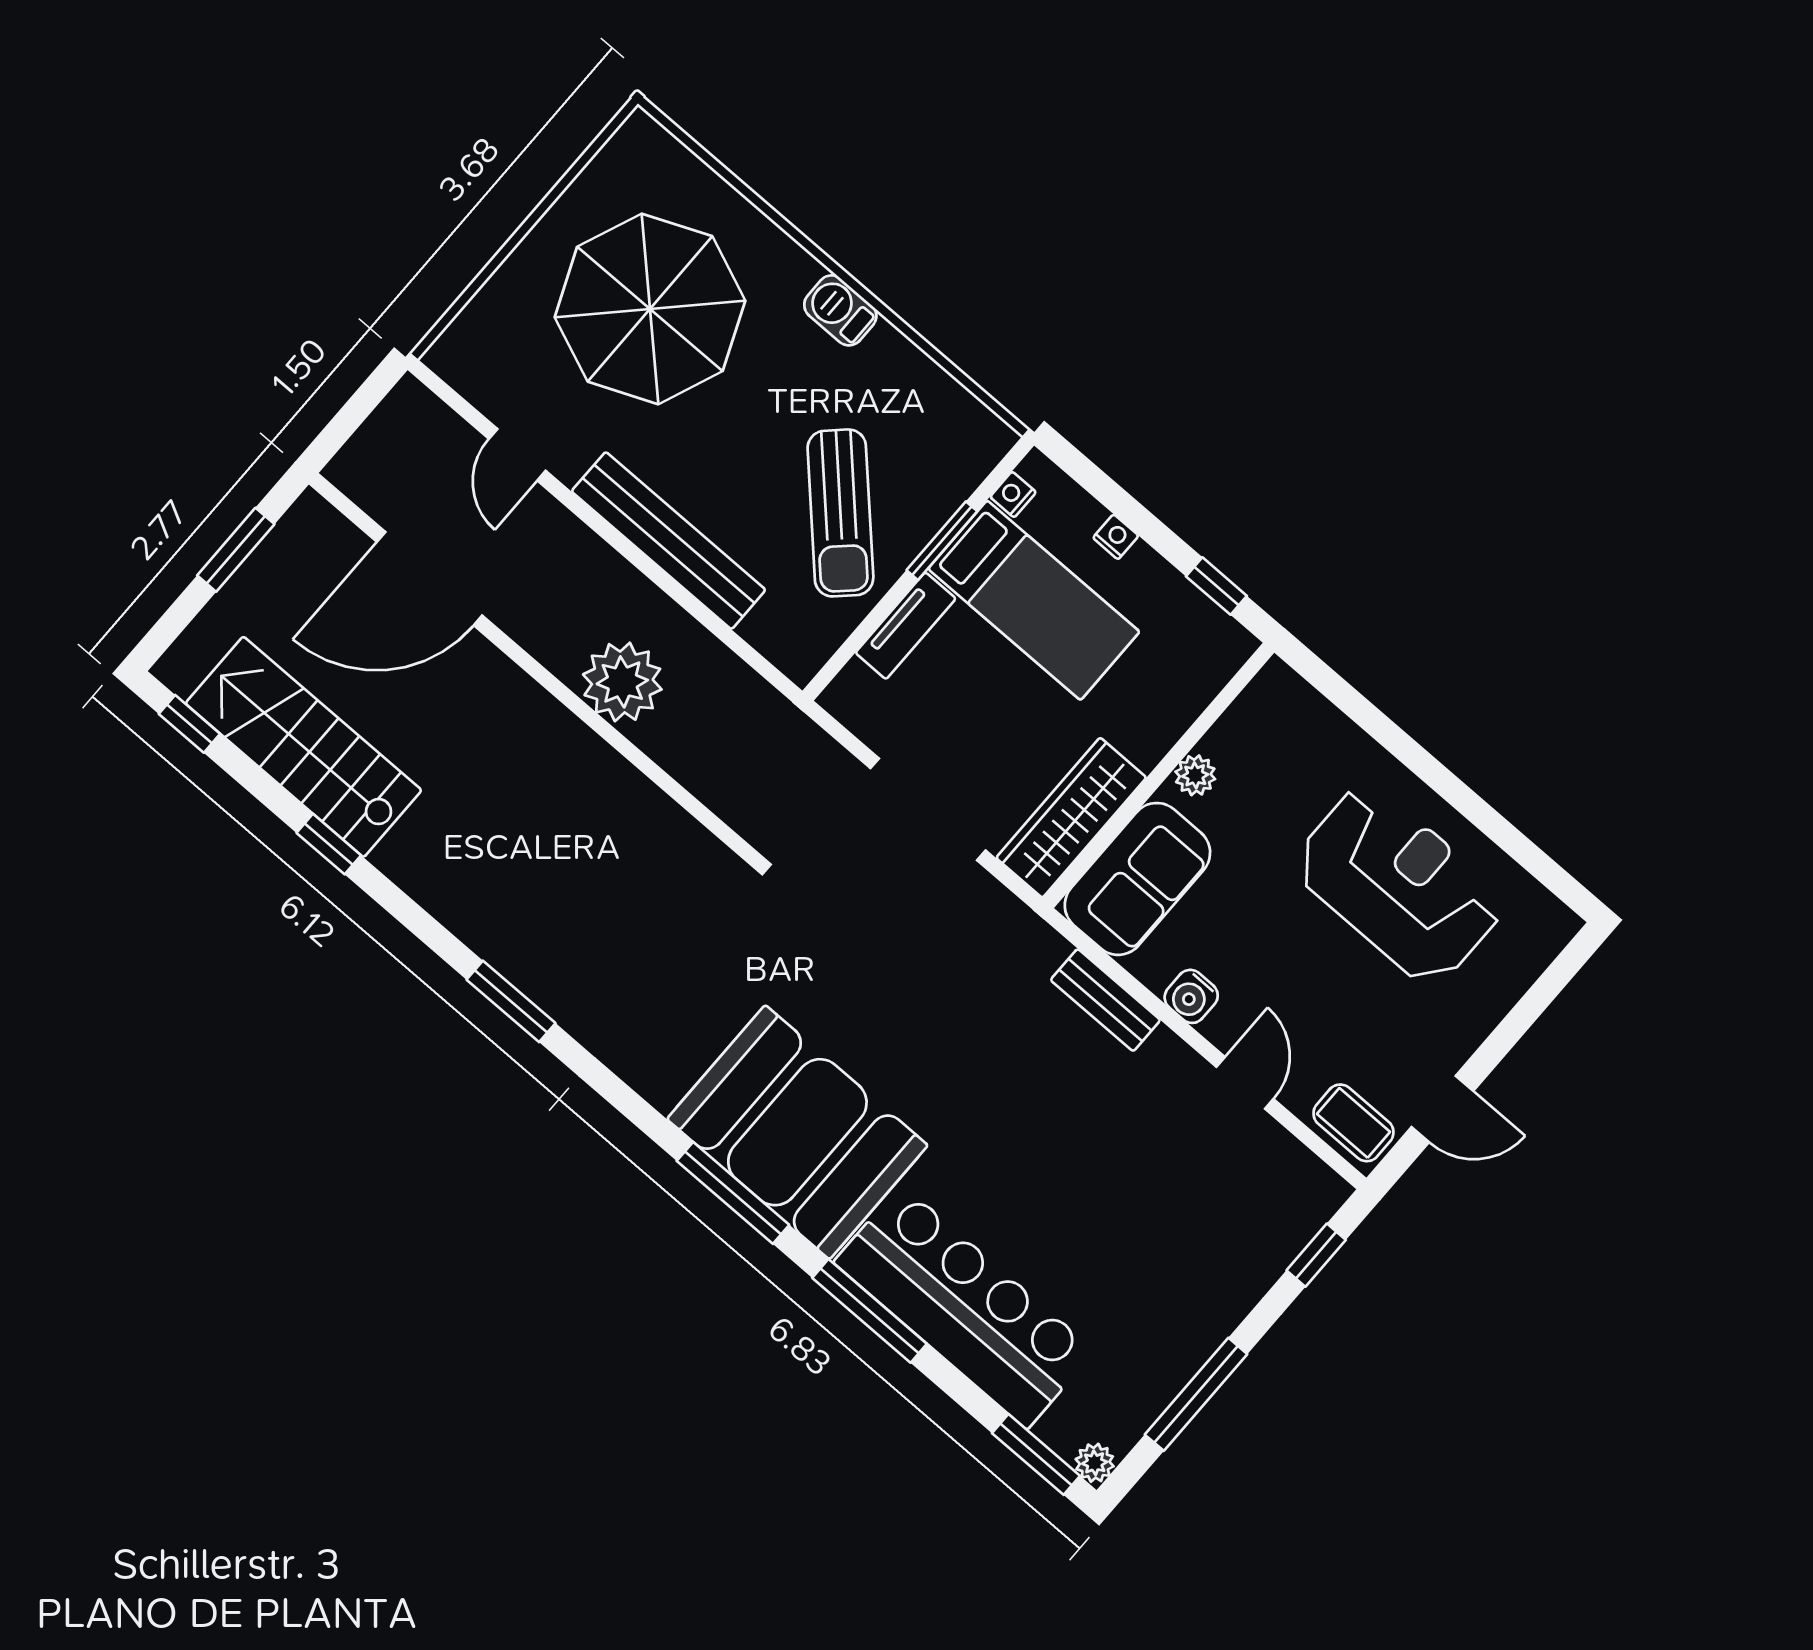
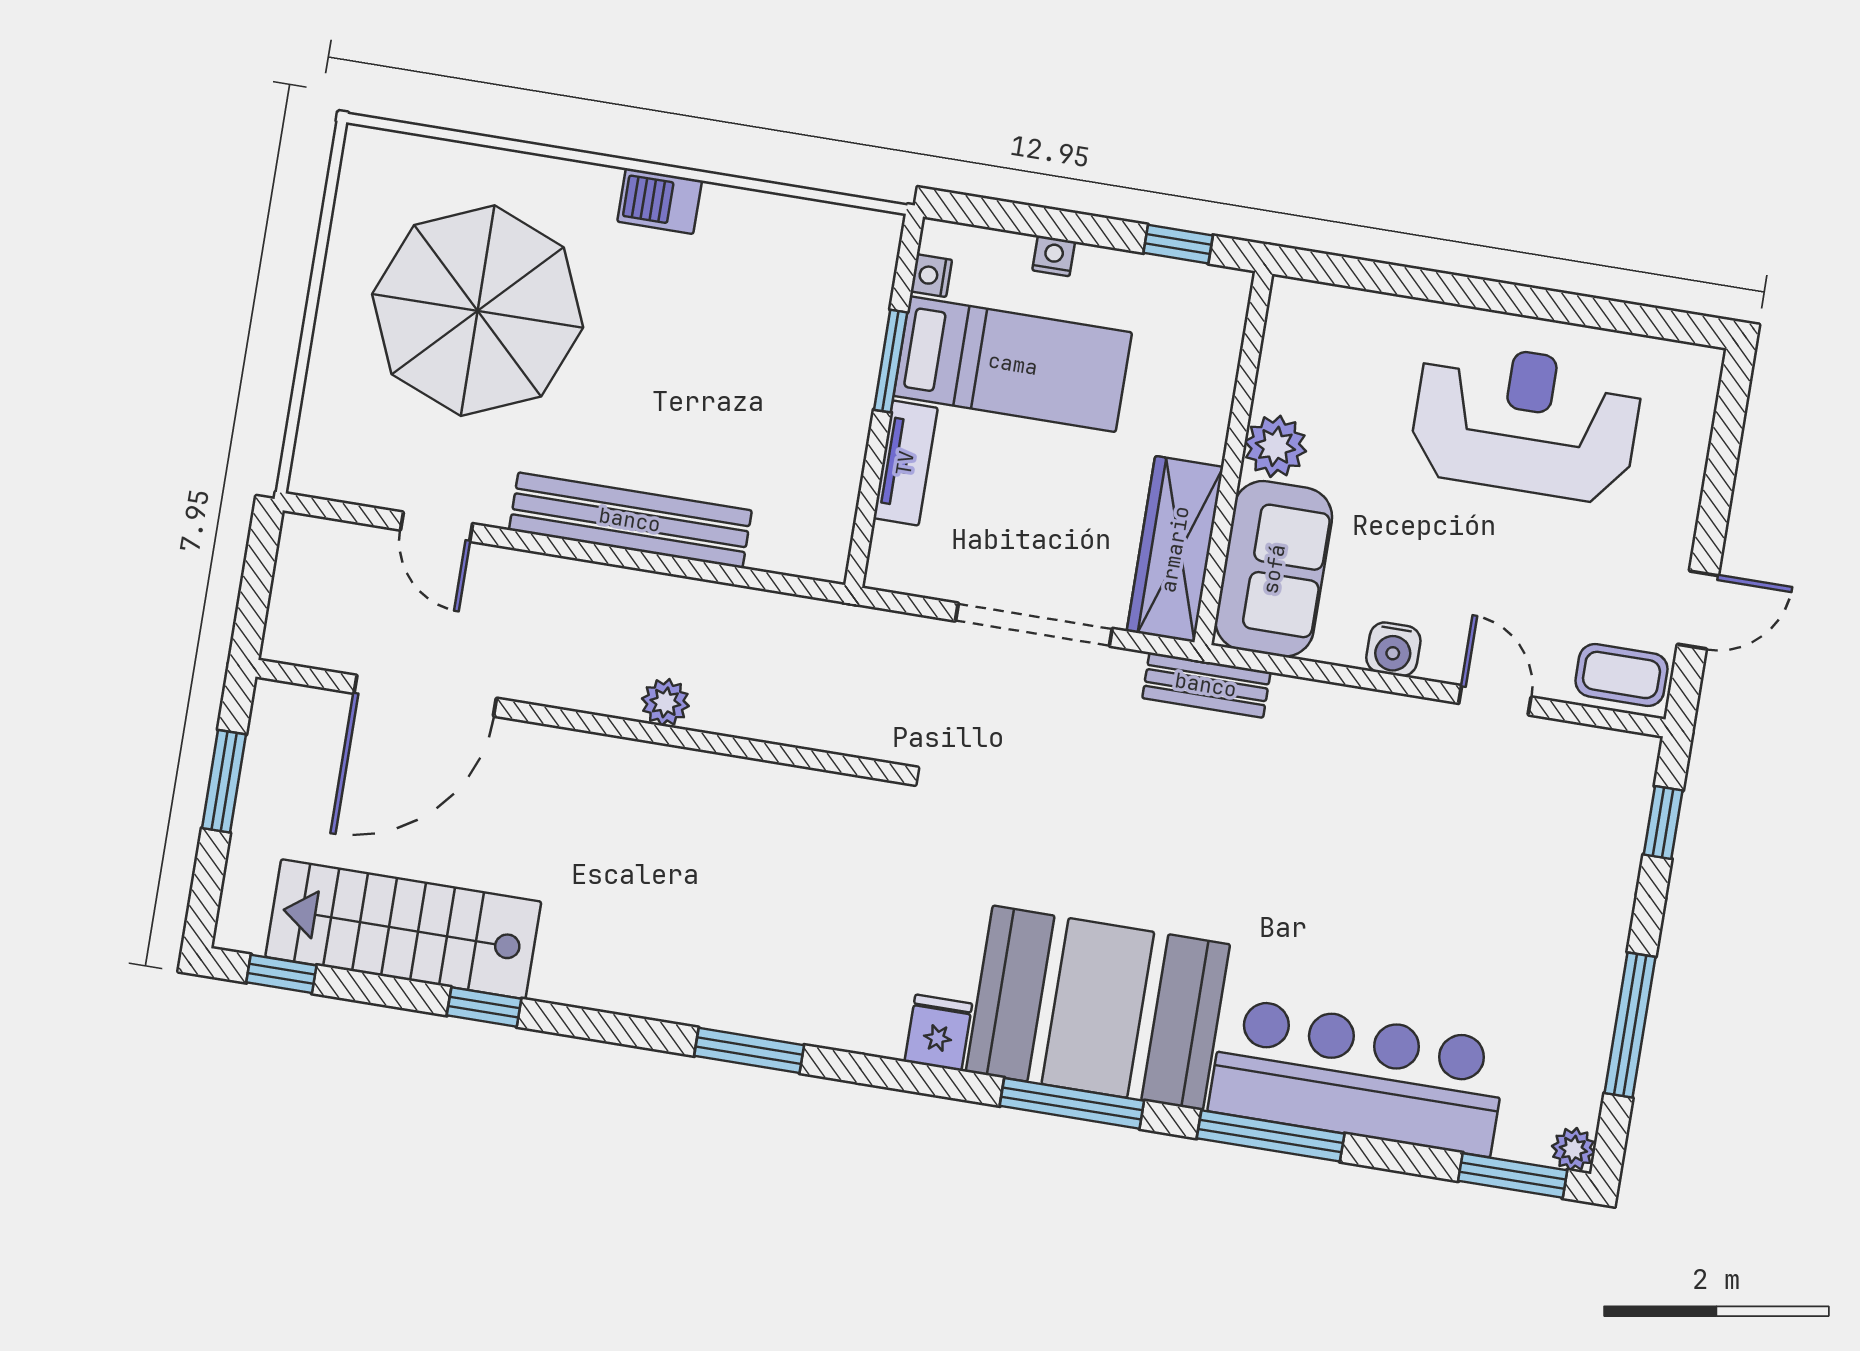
sun lounger: (840, 513) -> (778, 394), removed
plant: (622, 682) -> (665, 702), width x0.53, depth x0.53
plant: (1195, 775) -> (1275, 446), width x1.38, depth x1.38
bench: (1105, 1000) -> (1206, 685), moved
fridge: (664, 1076) -> (938, 1033), added

